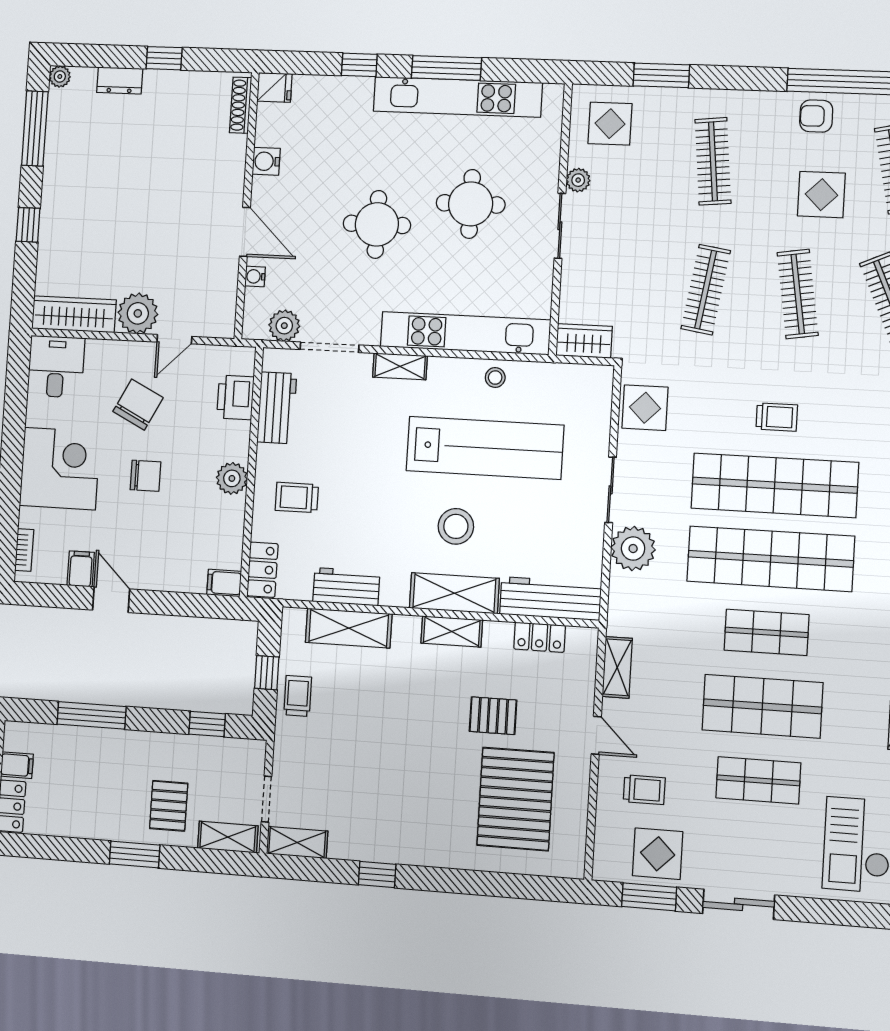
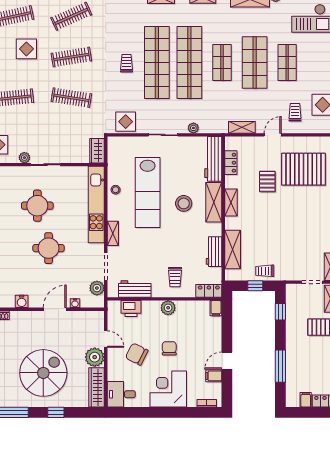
spiral stairs: (112, 202) -> (43, 373), added
lab bench: (485, 448) -> (148, 192), turned 180
plant: (633, 549) -> (193, 128), width x0.53, depth x0.53

